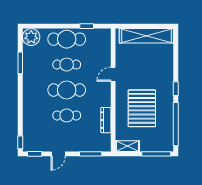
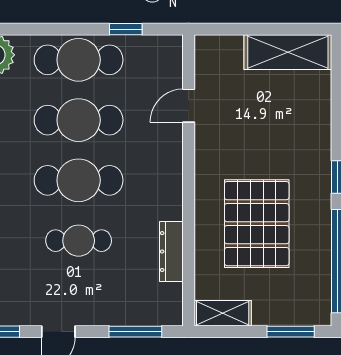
shelving: (146, 36) -> (288, 52), width x0.68
cafe table: (67, 65) -> (79, 120), width x1.37, depth x1.35
door: (113, 74) -> (189, 106), moved
window: (156, 154) -> (291, 332), width x0.69

